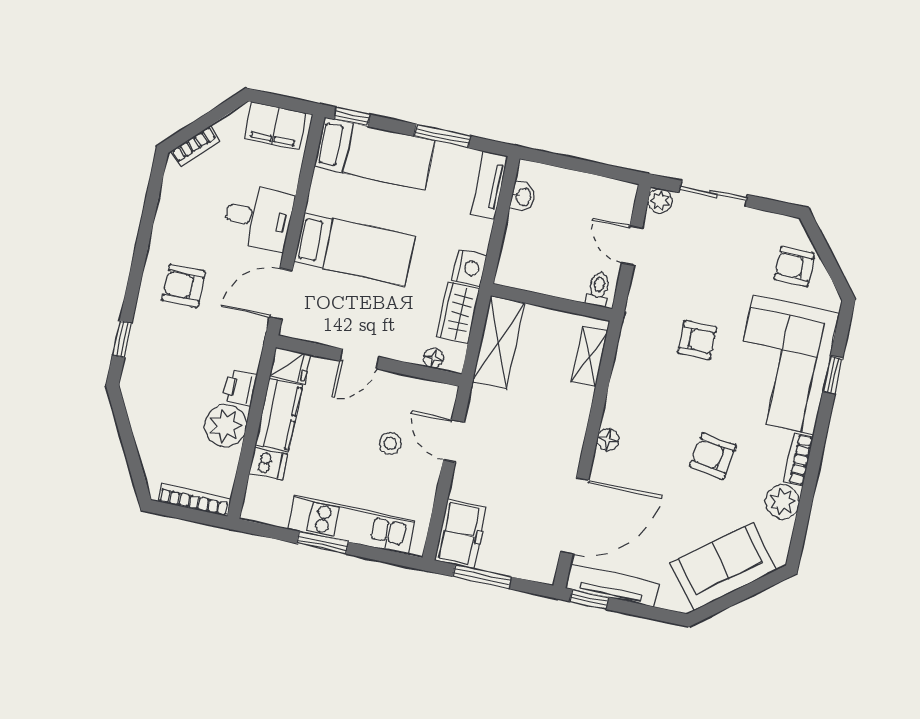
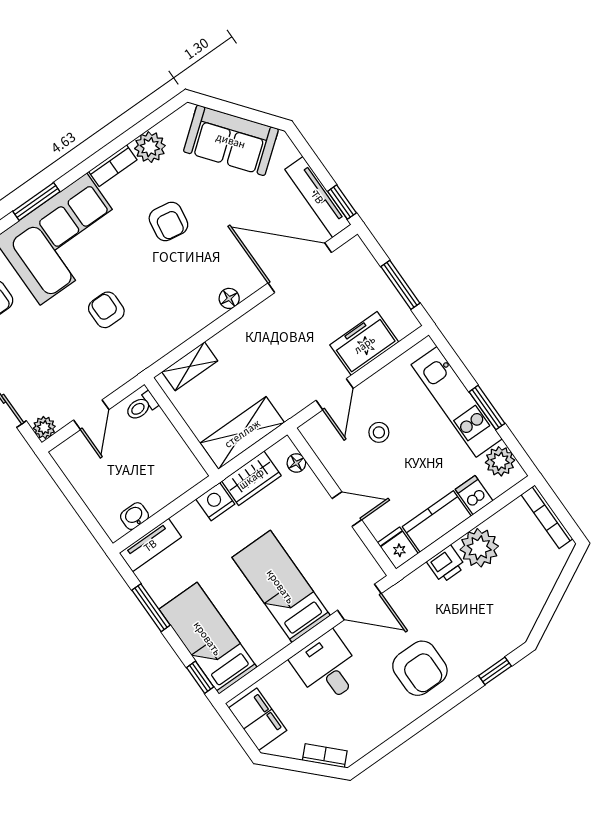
armchair: (184, 286) -> (420, 668), width x1.38, depth x1.38
window: (833, 375) -> (36, 201), width x1.50
plant: (272, 510) -> (500, 461), added
freezer: (461, 534) -> (364, 344), moved

